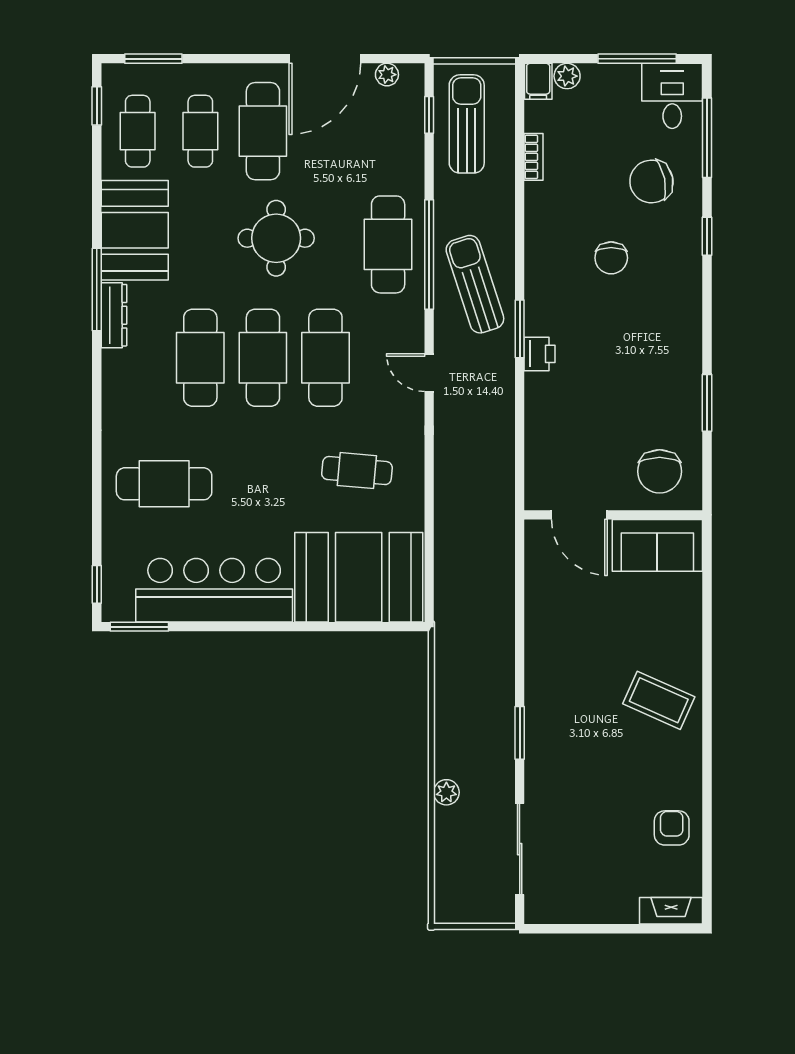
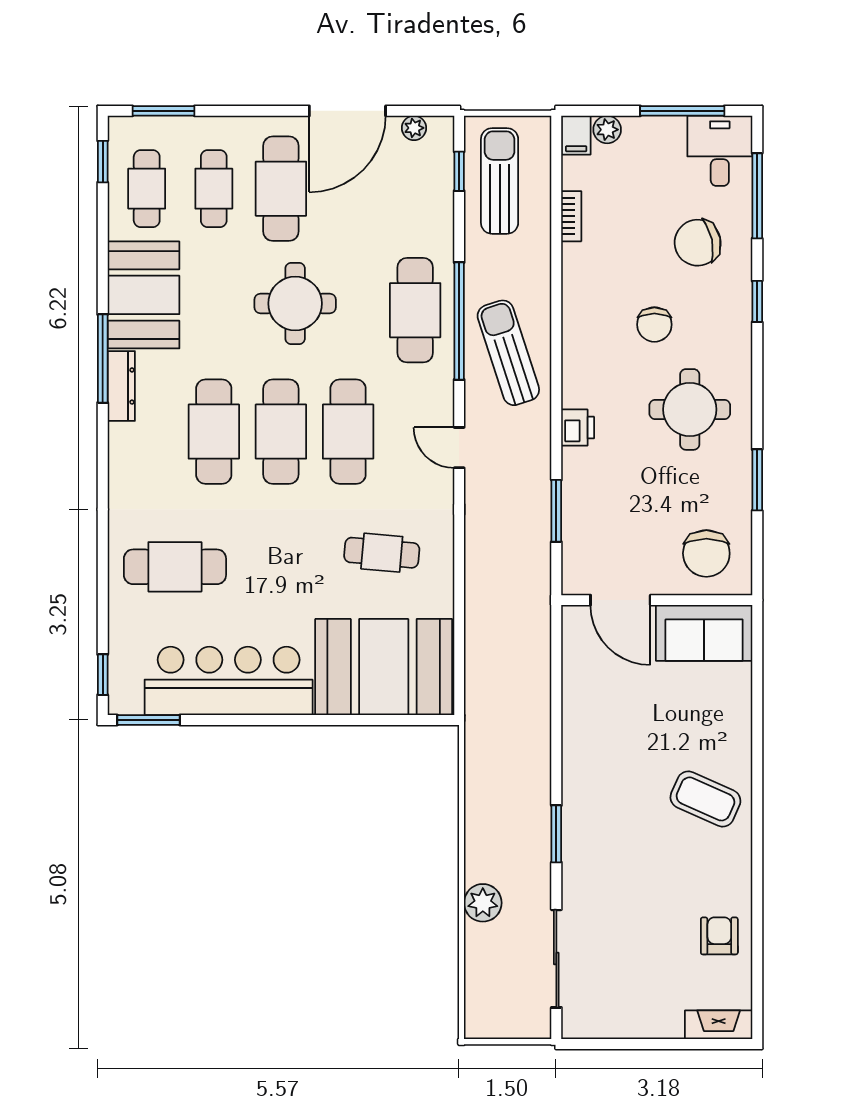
window: (520, 329) -> (556, 511), moved
round table: (644, 337) -> (690, 409), added
plant: (446, 792) -> (483, 903), width x1.38, depth x1.38

